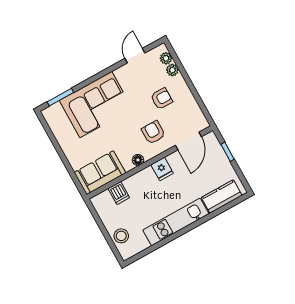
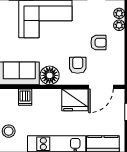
floor lamp: (138, 160) -> (50, 75), width x1.89, depth x1.89
fridge: (162, 169) -> (75, 100), width x1.88, depth x1.34

